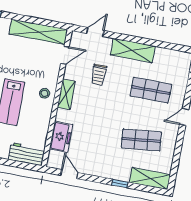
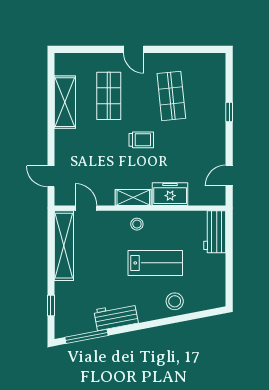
shelving: (133, 51) -> (65, 102), moved
trolley: (99, 75) -> (141, 140), moved
freezer: (61, 137) -> (170, 194), moved
shelving: (150, 179) -> (216, 77), removed

